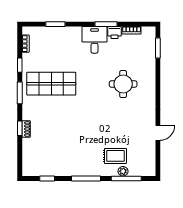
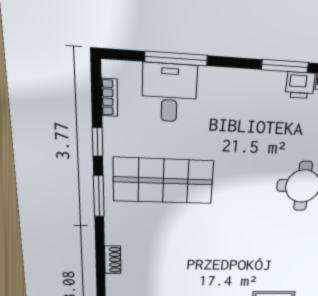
window: (55, 24) -> (176, 59), width x1.44
desk: (94, 40) -> (169, 93), moved
window: (20, 128) -> (100, 258), removed

